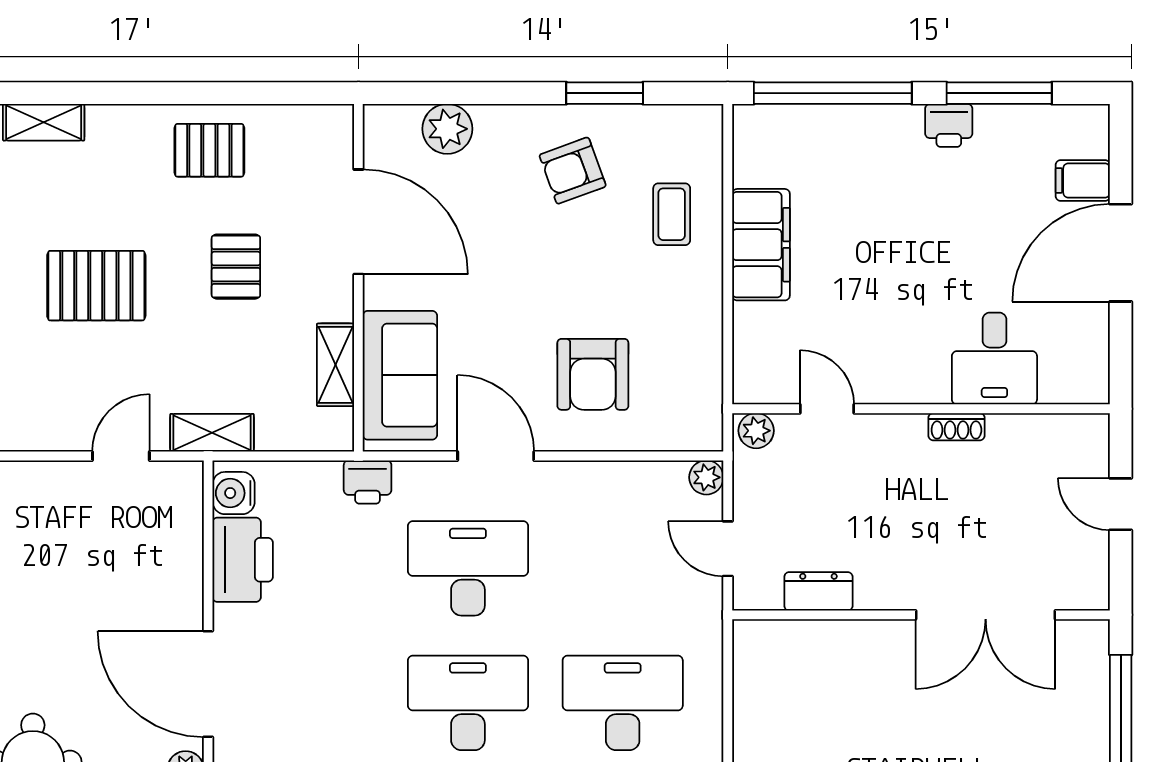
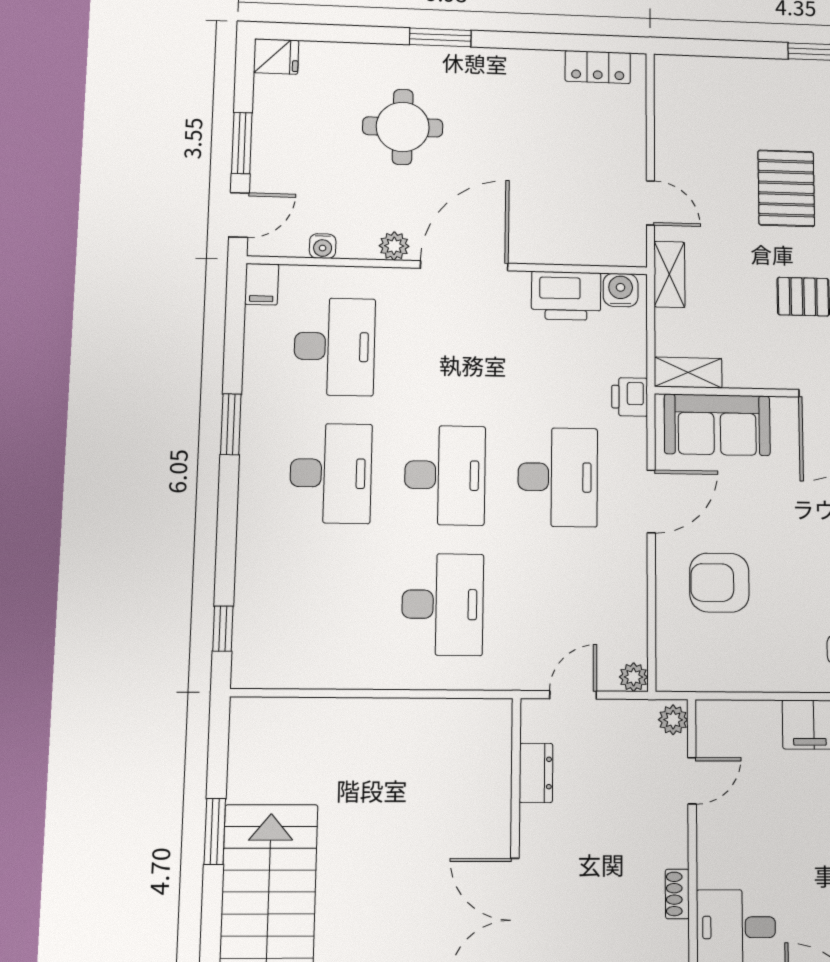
shelving: (336, 365) -> (688, 373), moved

